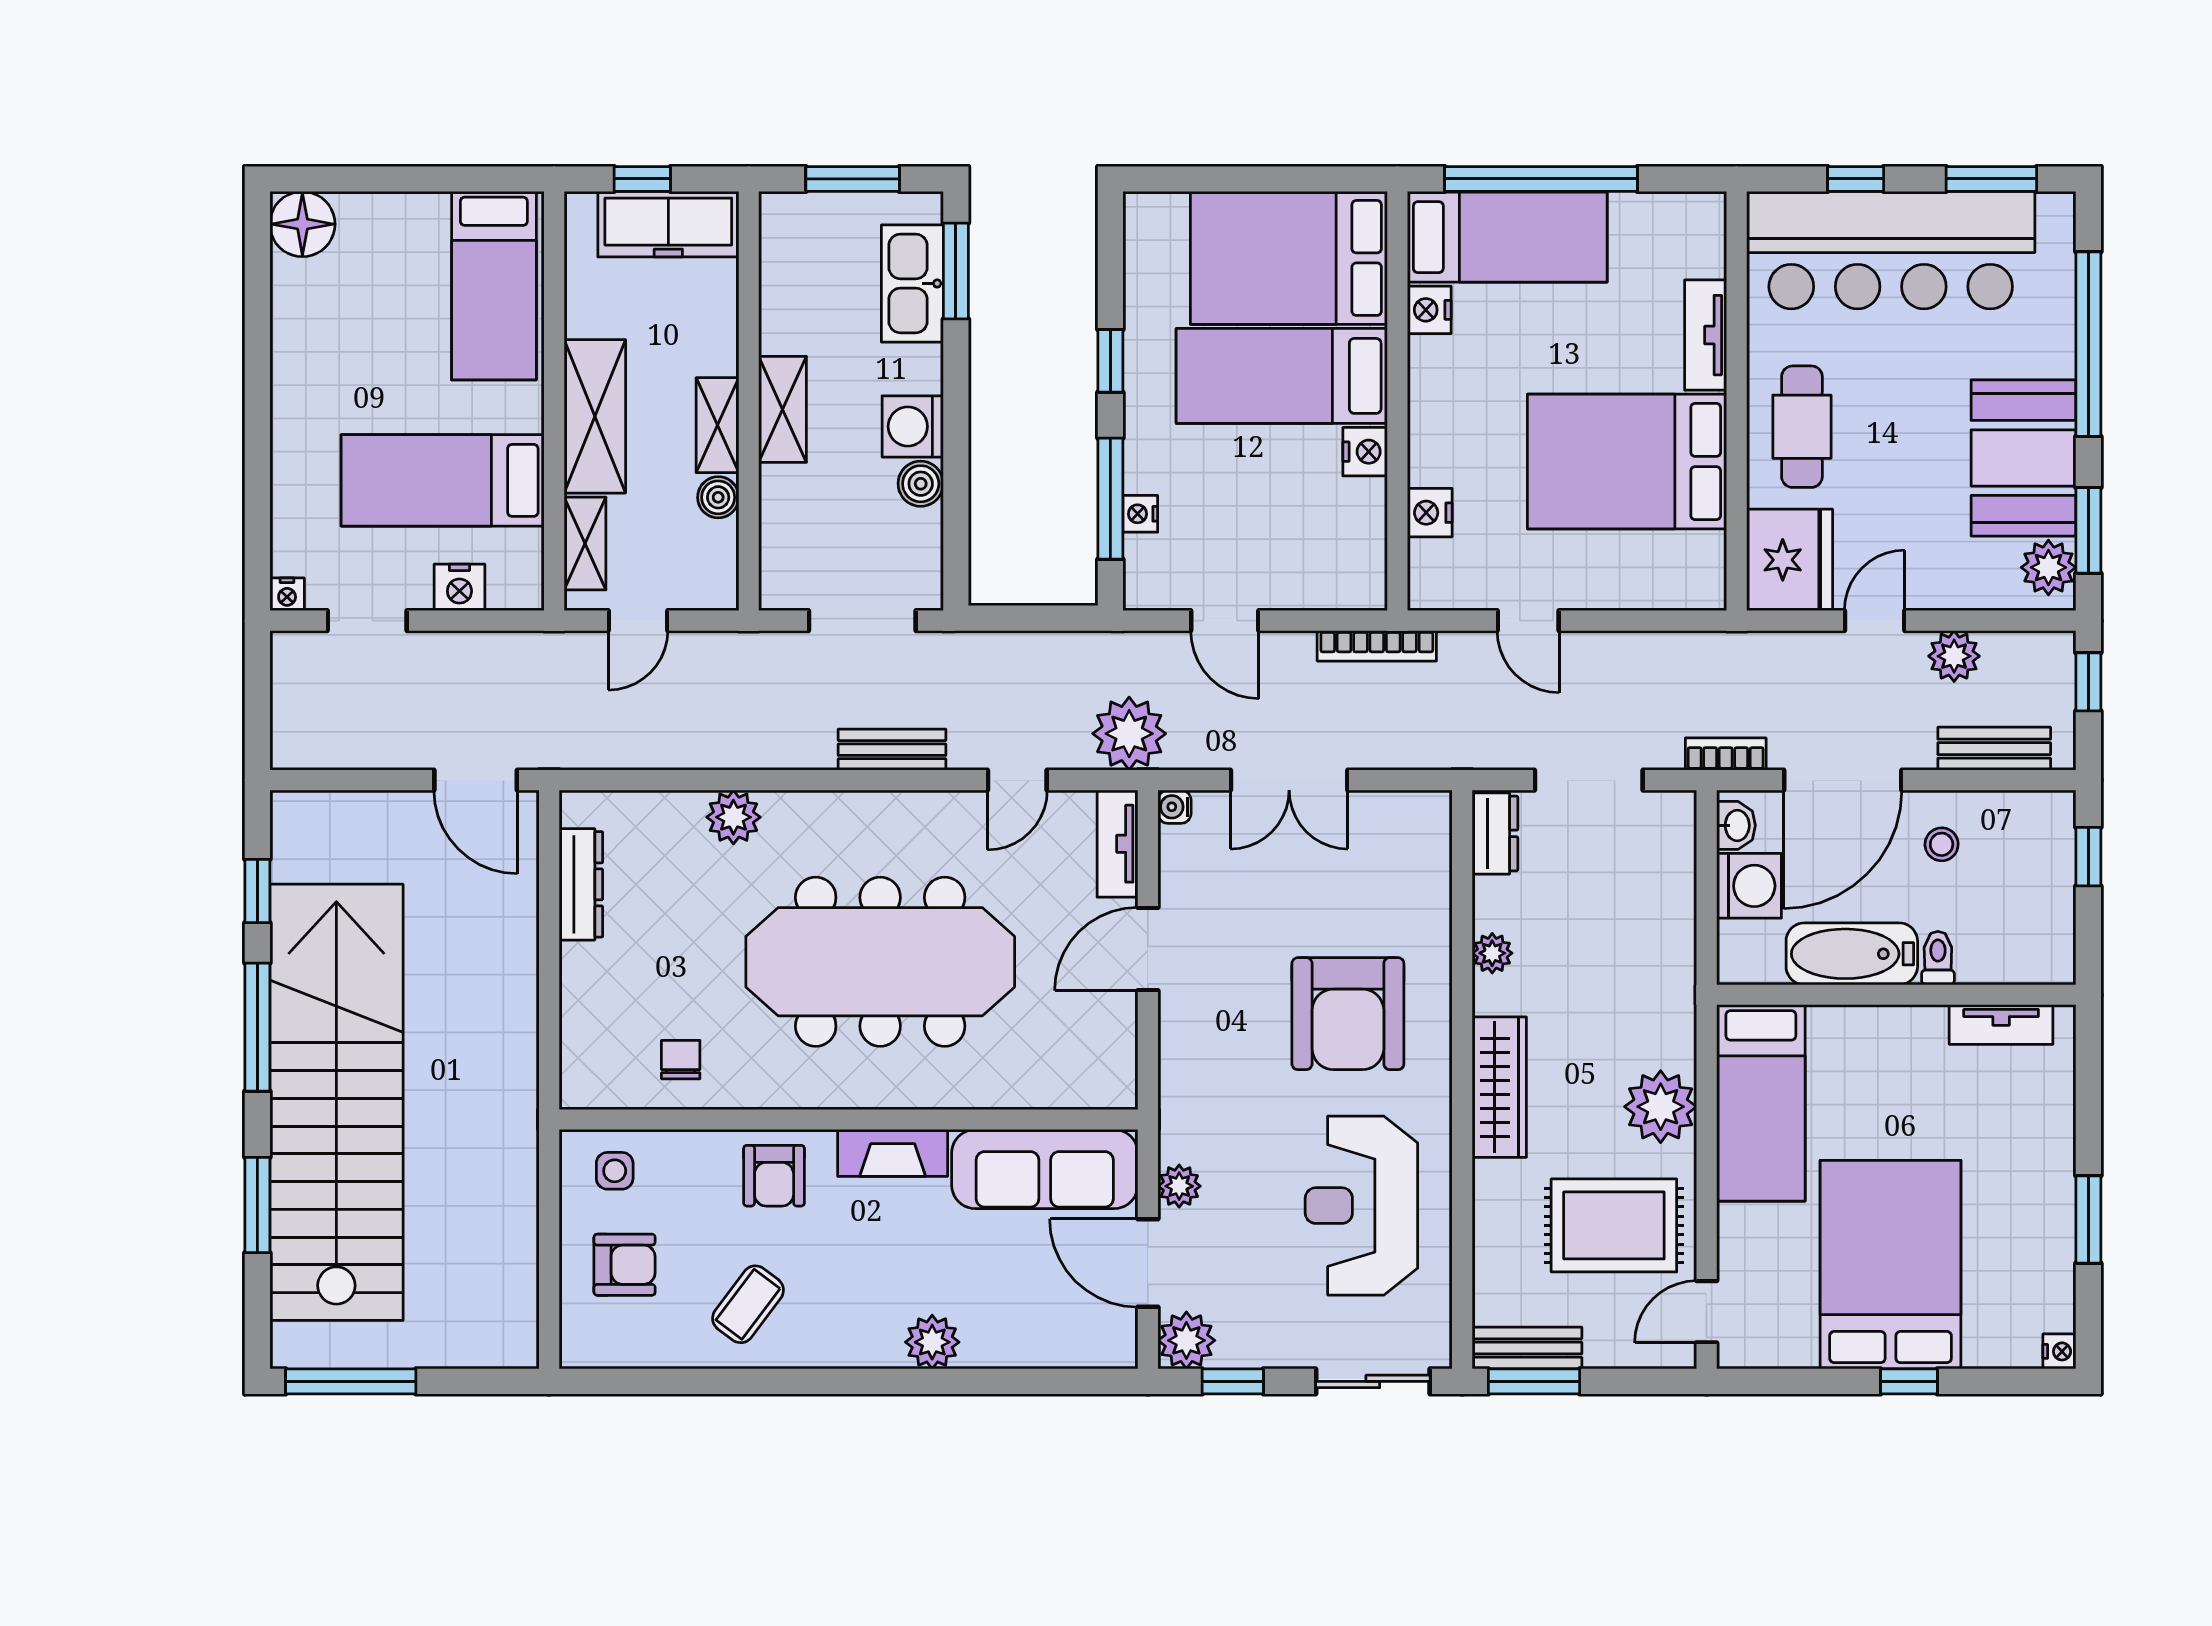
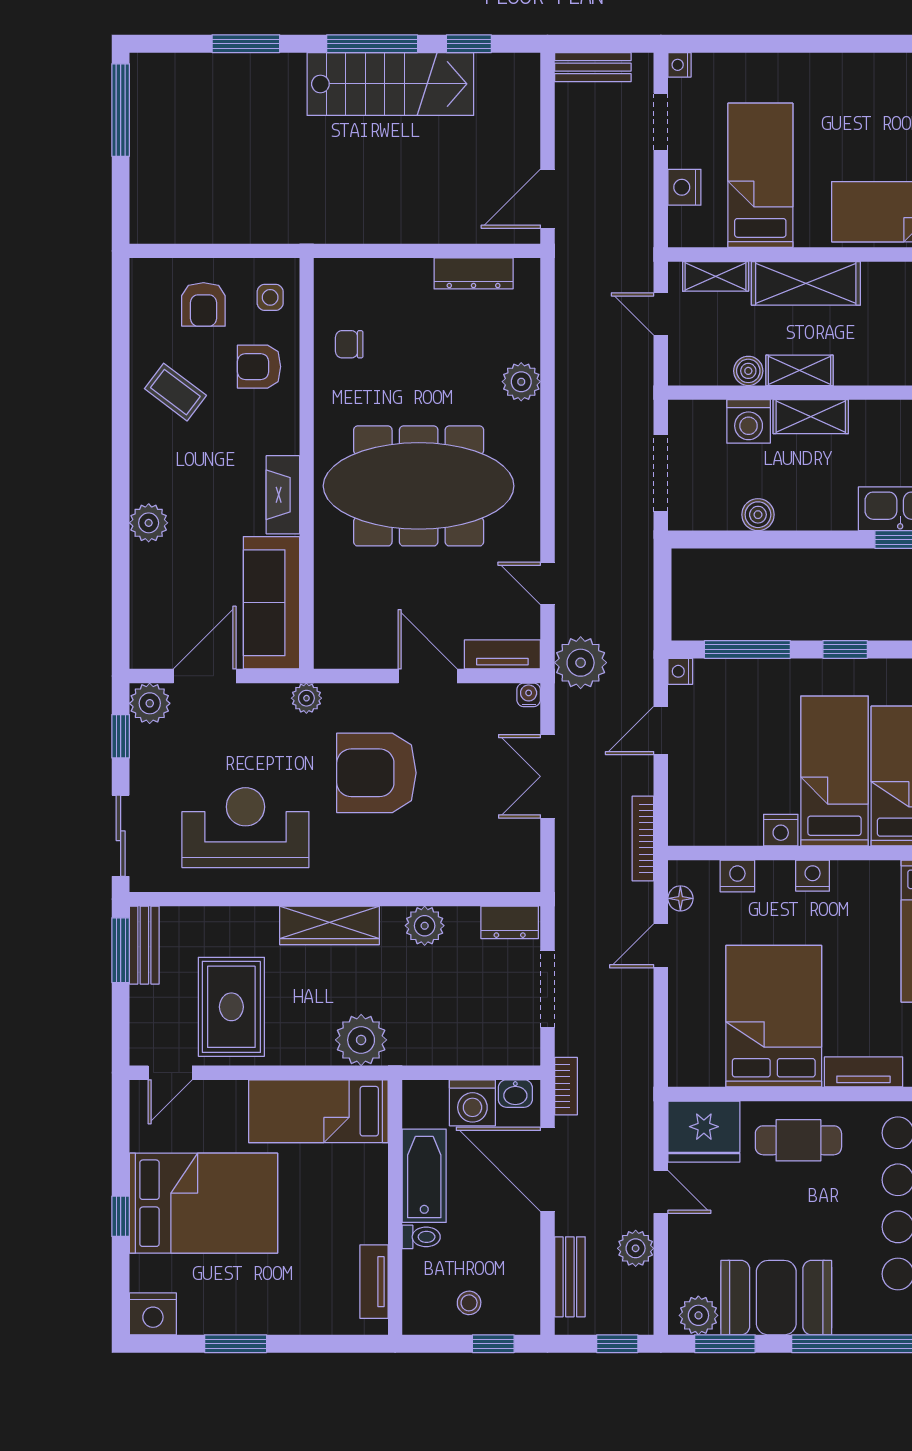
nightstand: (1429, 310) -> (813, 876), moved
washing machine: (913, 426) -> (749, 421), moved, turned 180
nightstand: (1140, 514) -> (680, 671), moved, turned -90
floor lamp: (1461, 593) -> (680, 898), added
bench: (892, 750) -> (593, 67), moved, turned 90
stool: (1942, 844) -> (469, 1303), moved
plant: (1492, 953) -> (425, 926), width x1.38, depth x1.38
meeting table: (880, 962) -> (419, 486), turned 90
armchair: (1348, 1014) -> (376, 773), moved
chair: (681, 1060) -> (349, 344), turned 180
stairs: (336, 1102) -> (390, 84), width x0.54, depth x0.66
plant: (1661, 1107) -> (361, 1040), moved
armchair: (774, 1176) -> (259, 367), moved
plant: (1179, 1186) -> (306, 698), moved
door: (1707, 1312) -> (170, 1073), swing flipped
nightstand: (2059, 1351) -> (153, 1314), width x1.89, depth x1.79

